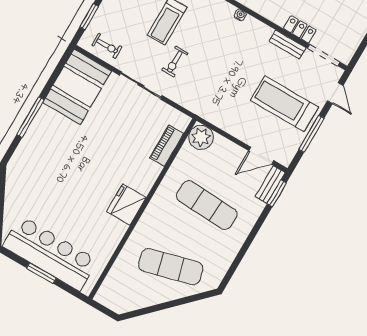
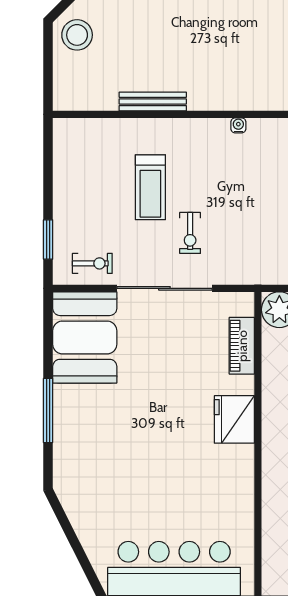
sliding door: (141, 85) -> (164, 288), width x1.36
fridge: (126, 204) -> (234, 419), moved

